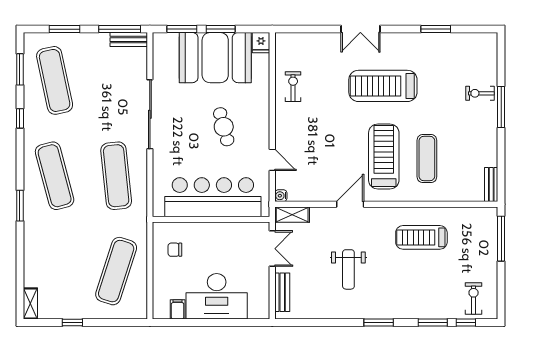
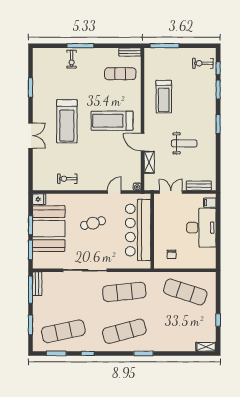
exercise mat: (427, 159) -> (120, 74), moved
shelving: (292, 215) -> (149, 162), moved
filing cabinet: (178, 309) -> (210, 203), moved

